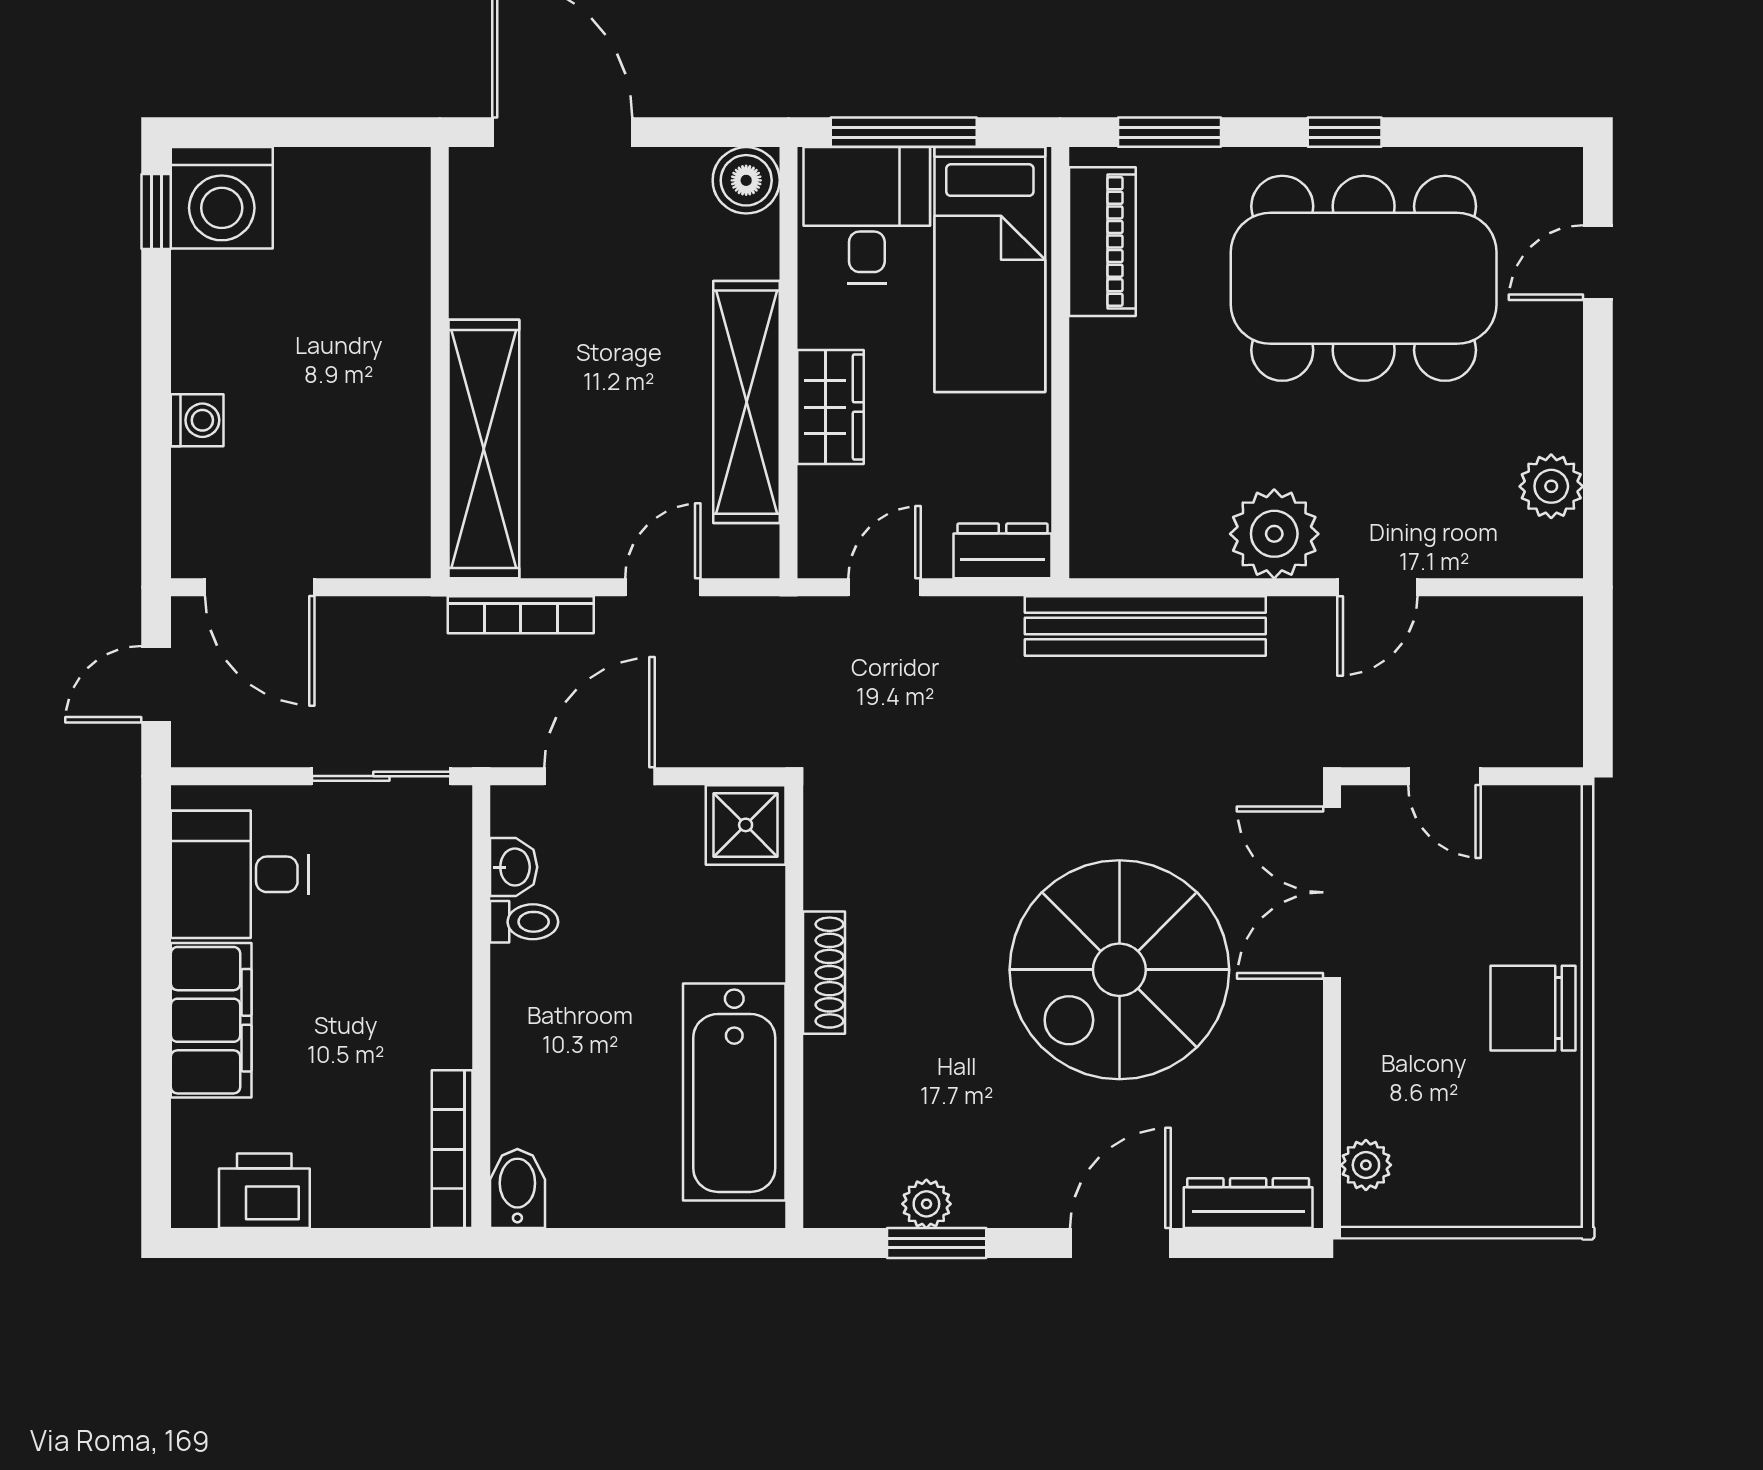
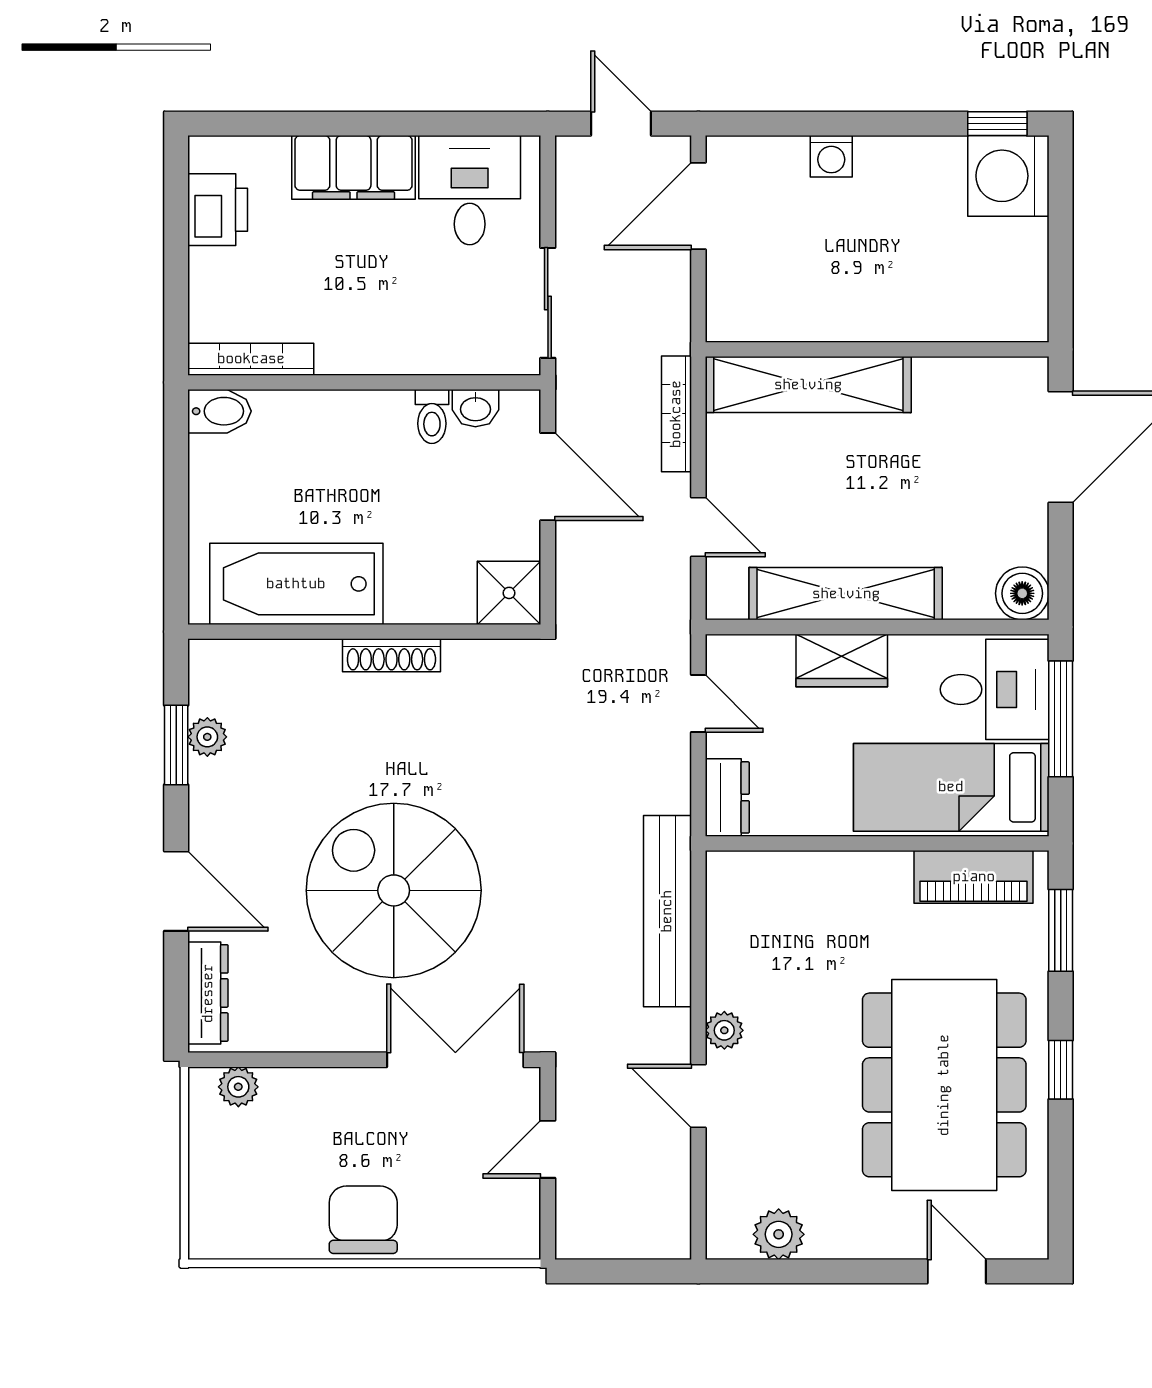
plant: (1274, 534) -> (724, 1030), width x0.53, depth x0.53

